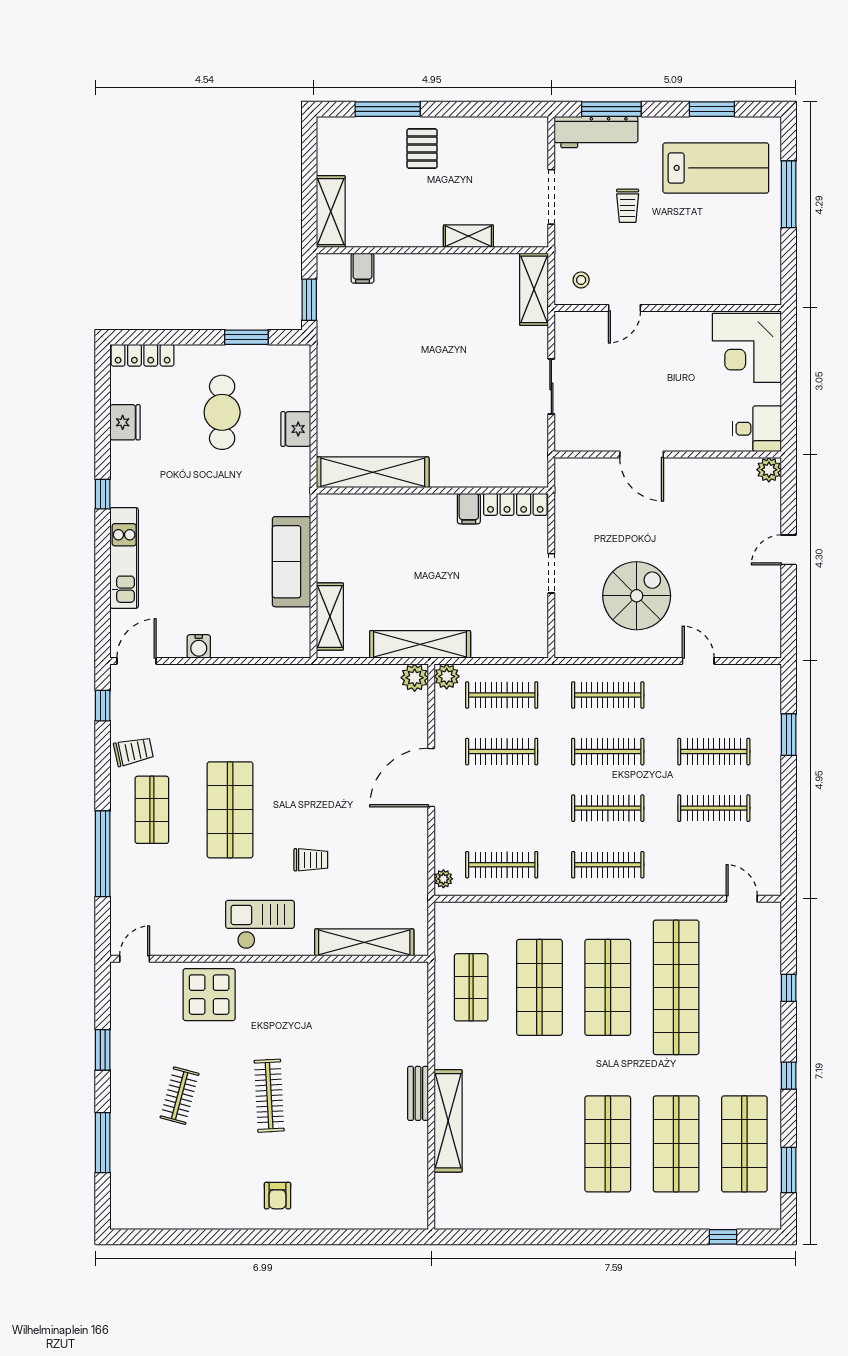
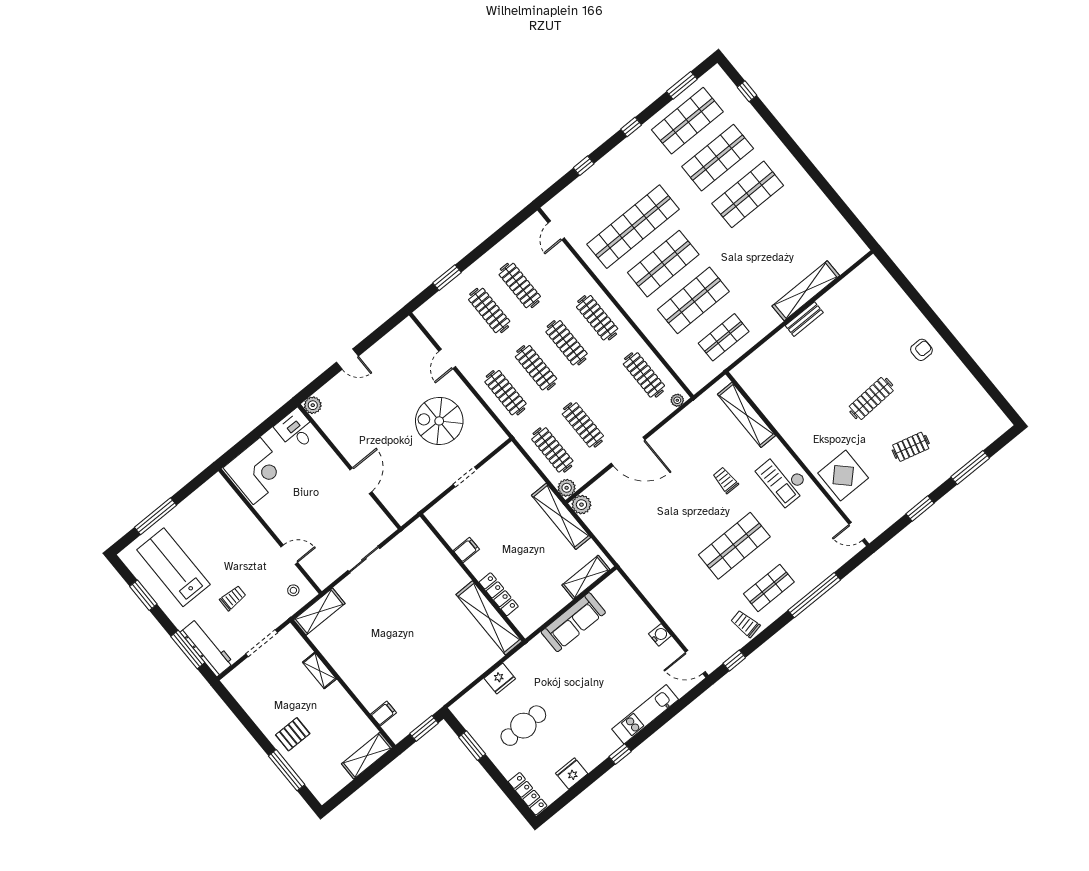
locker: (515, 504) -> (499, 594), moved

